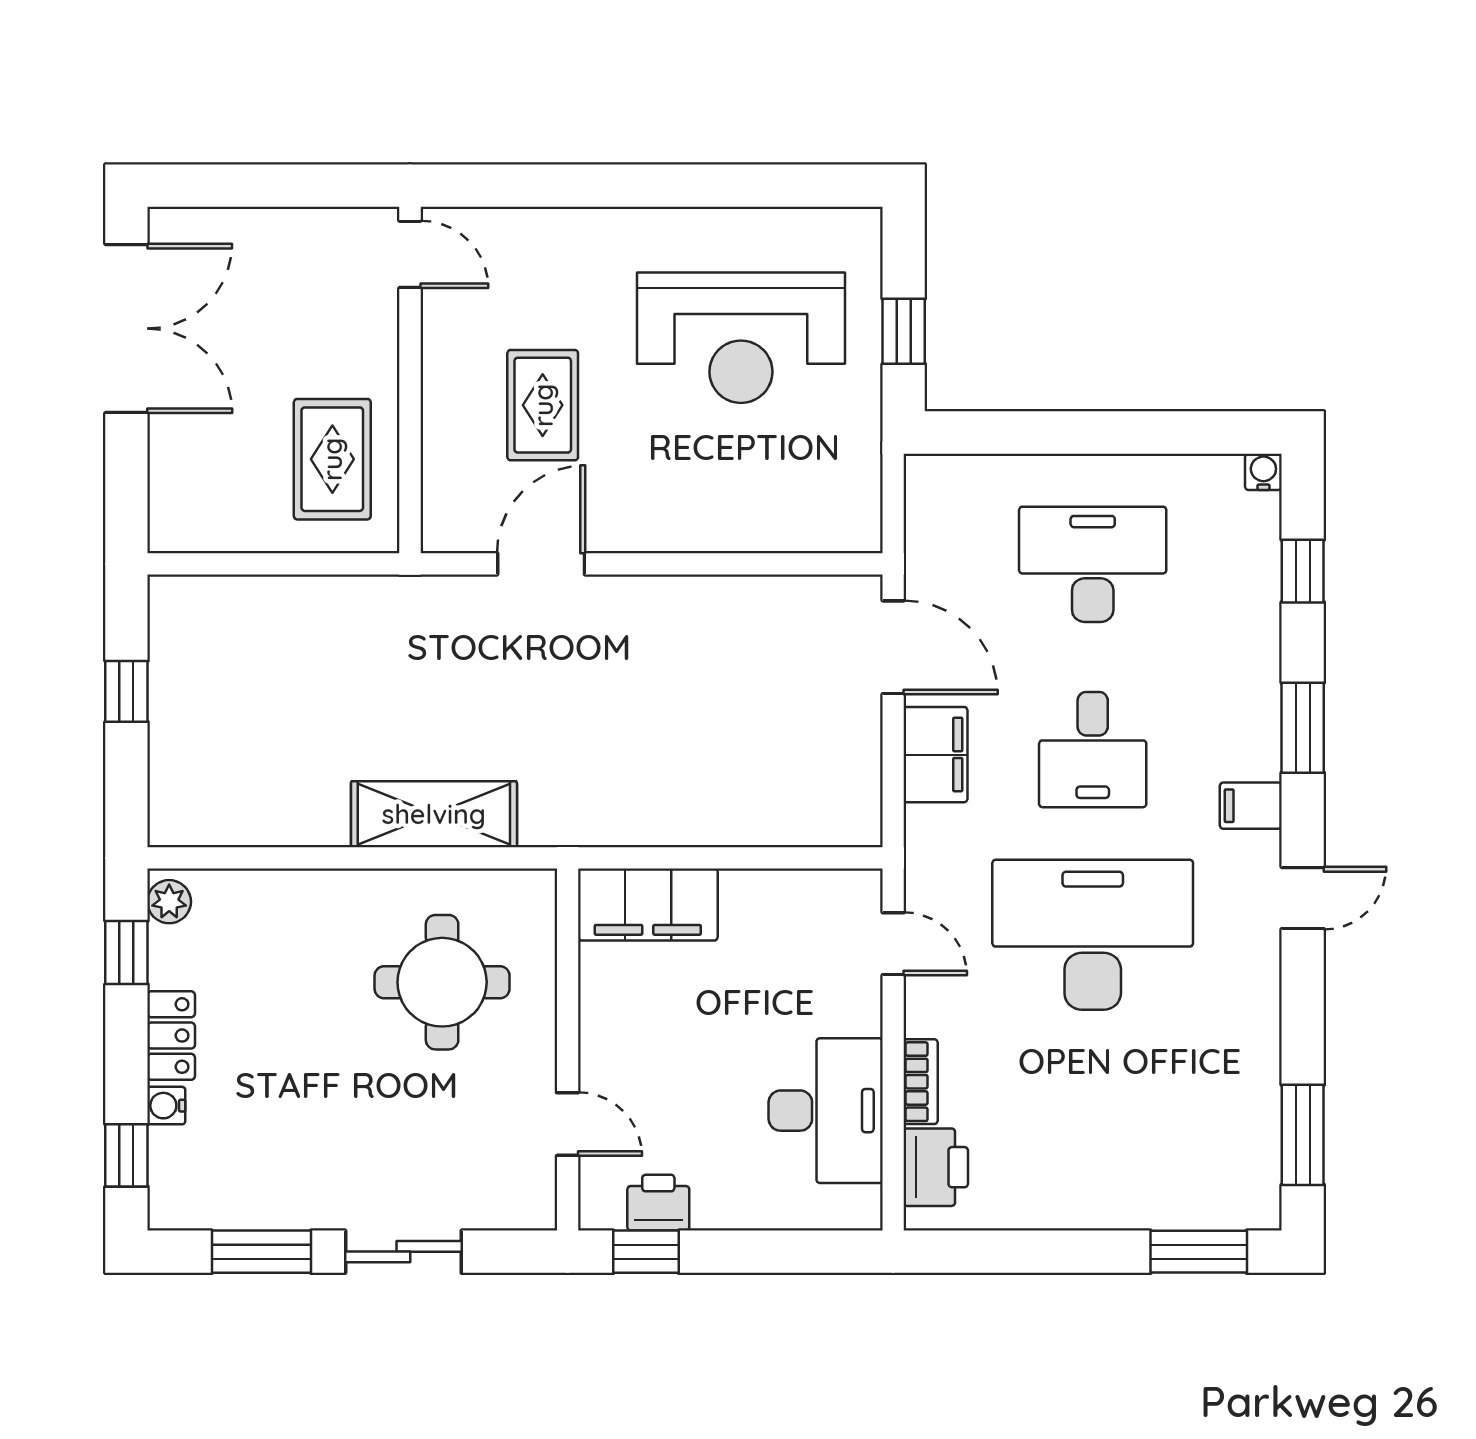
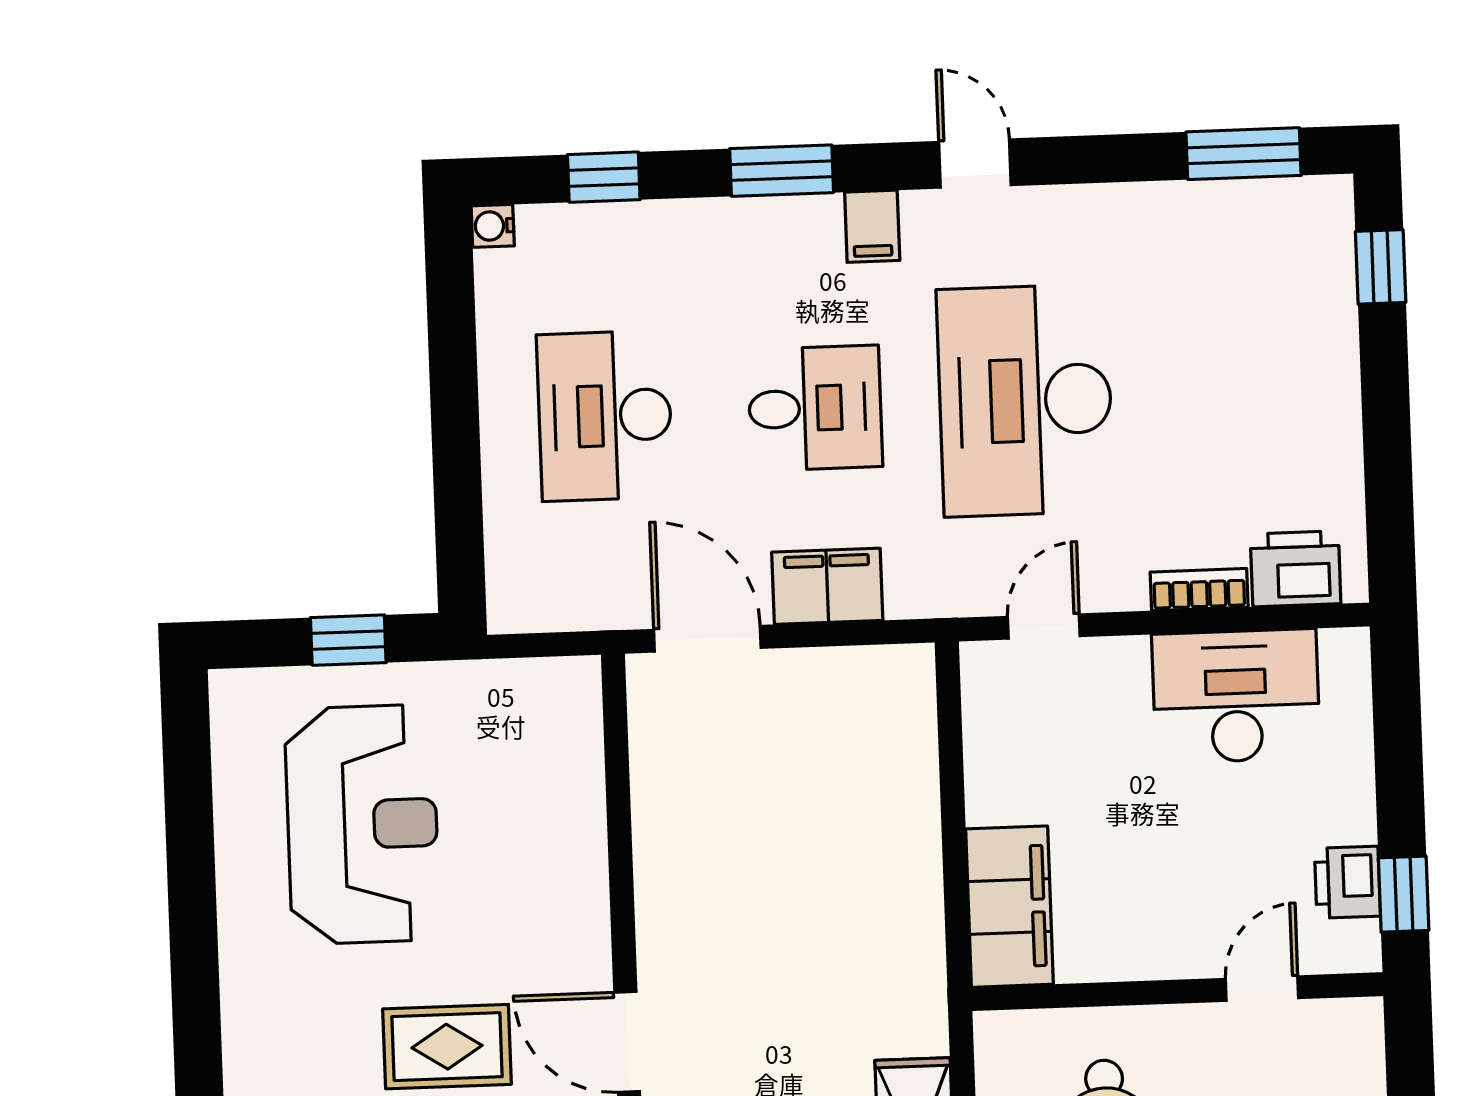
door: (893, 647) -> (707, 639), hinge flipped
window: (1199, 1252) -> (1381, 267), width x0.67

